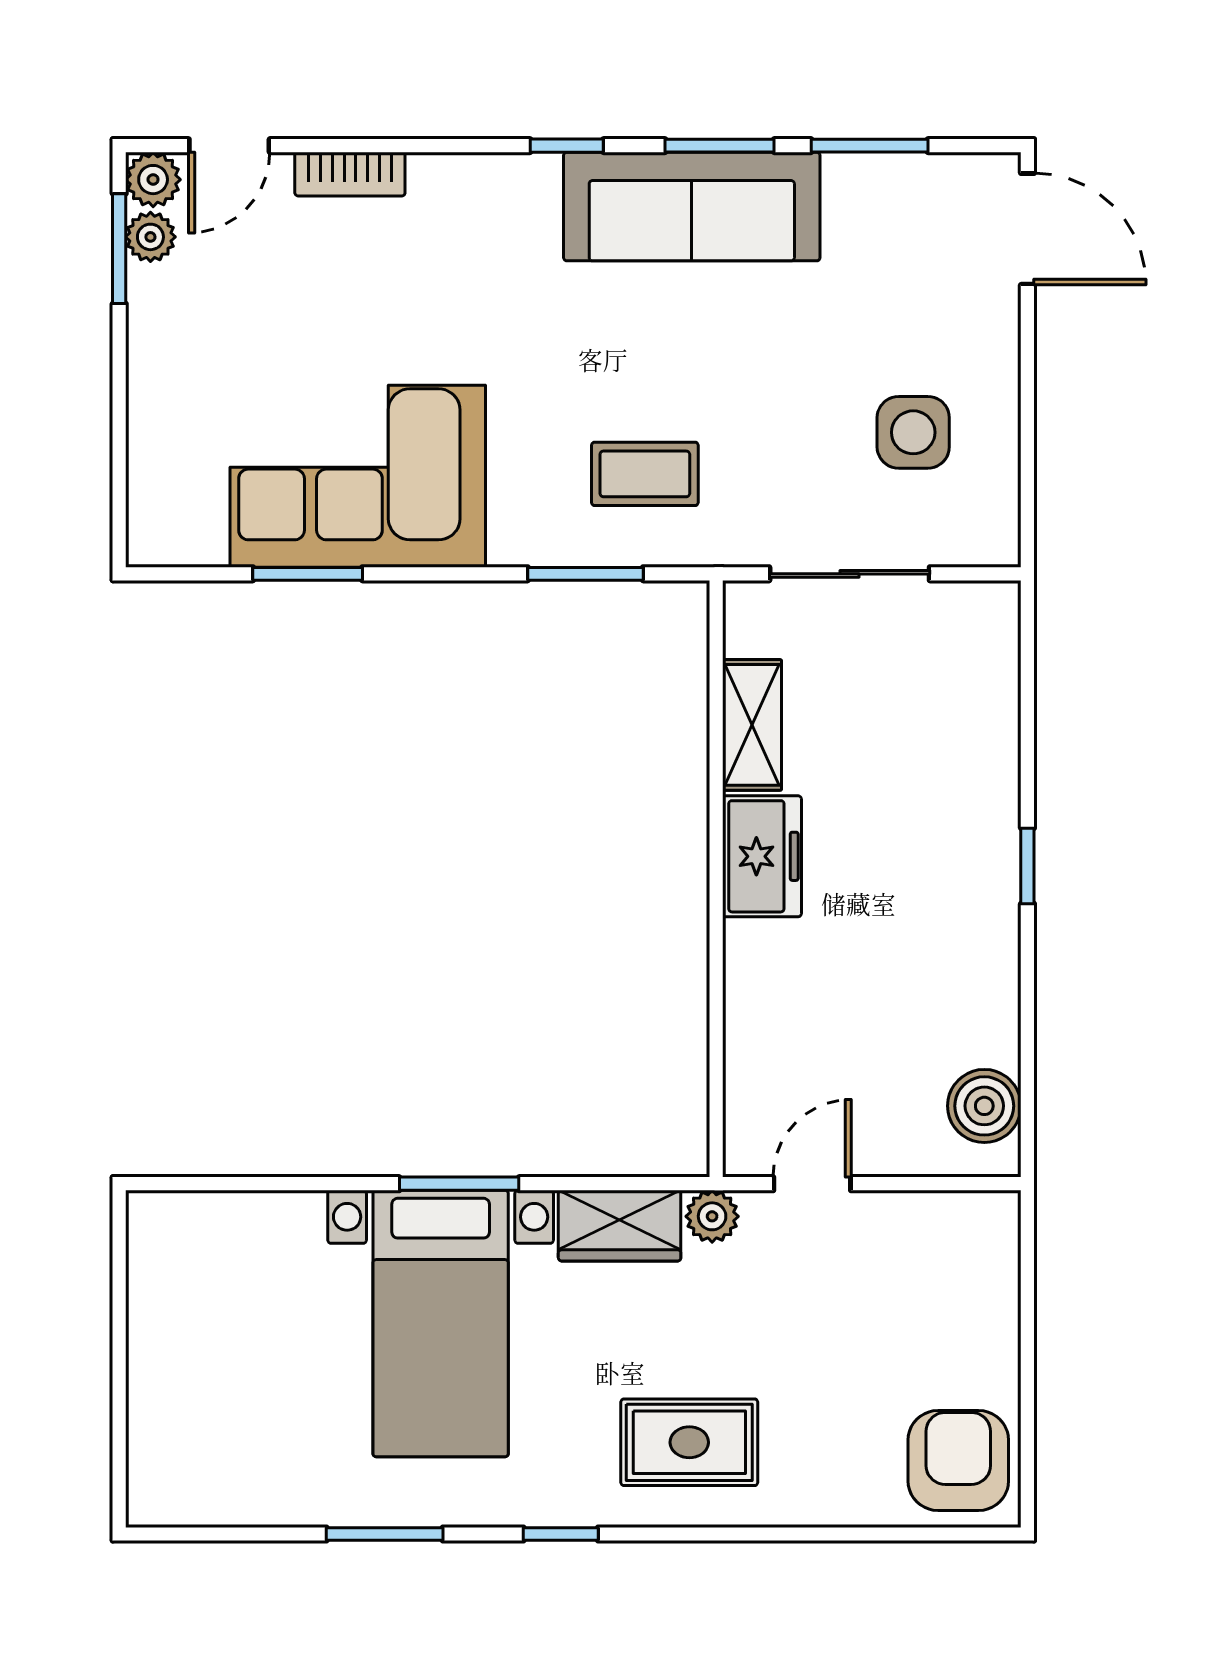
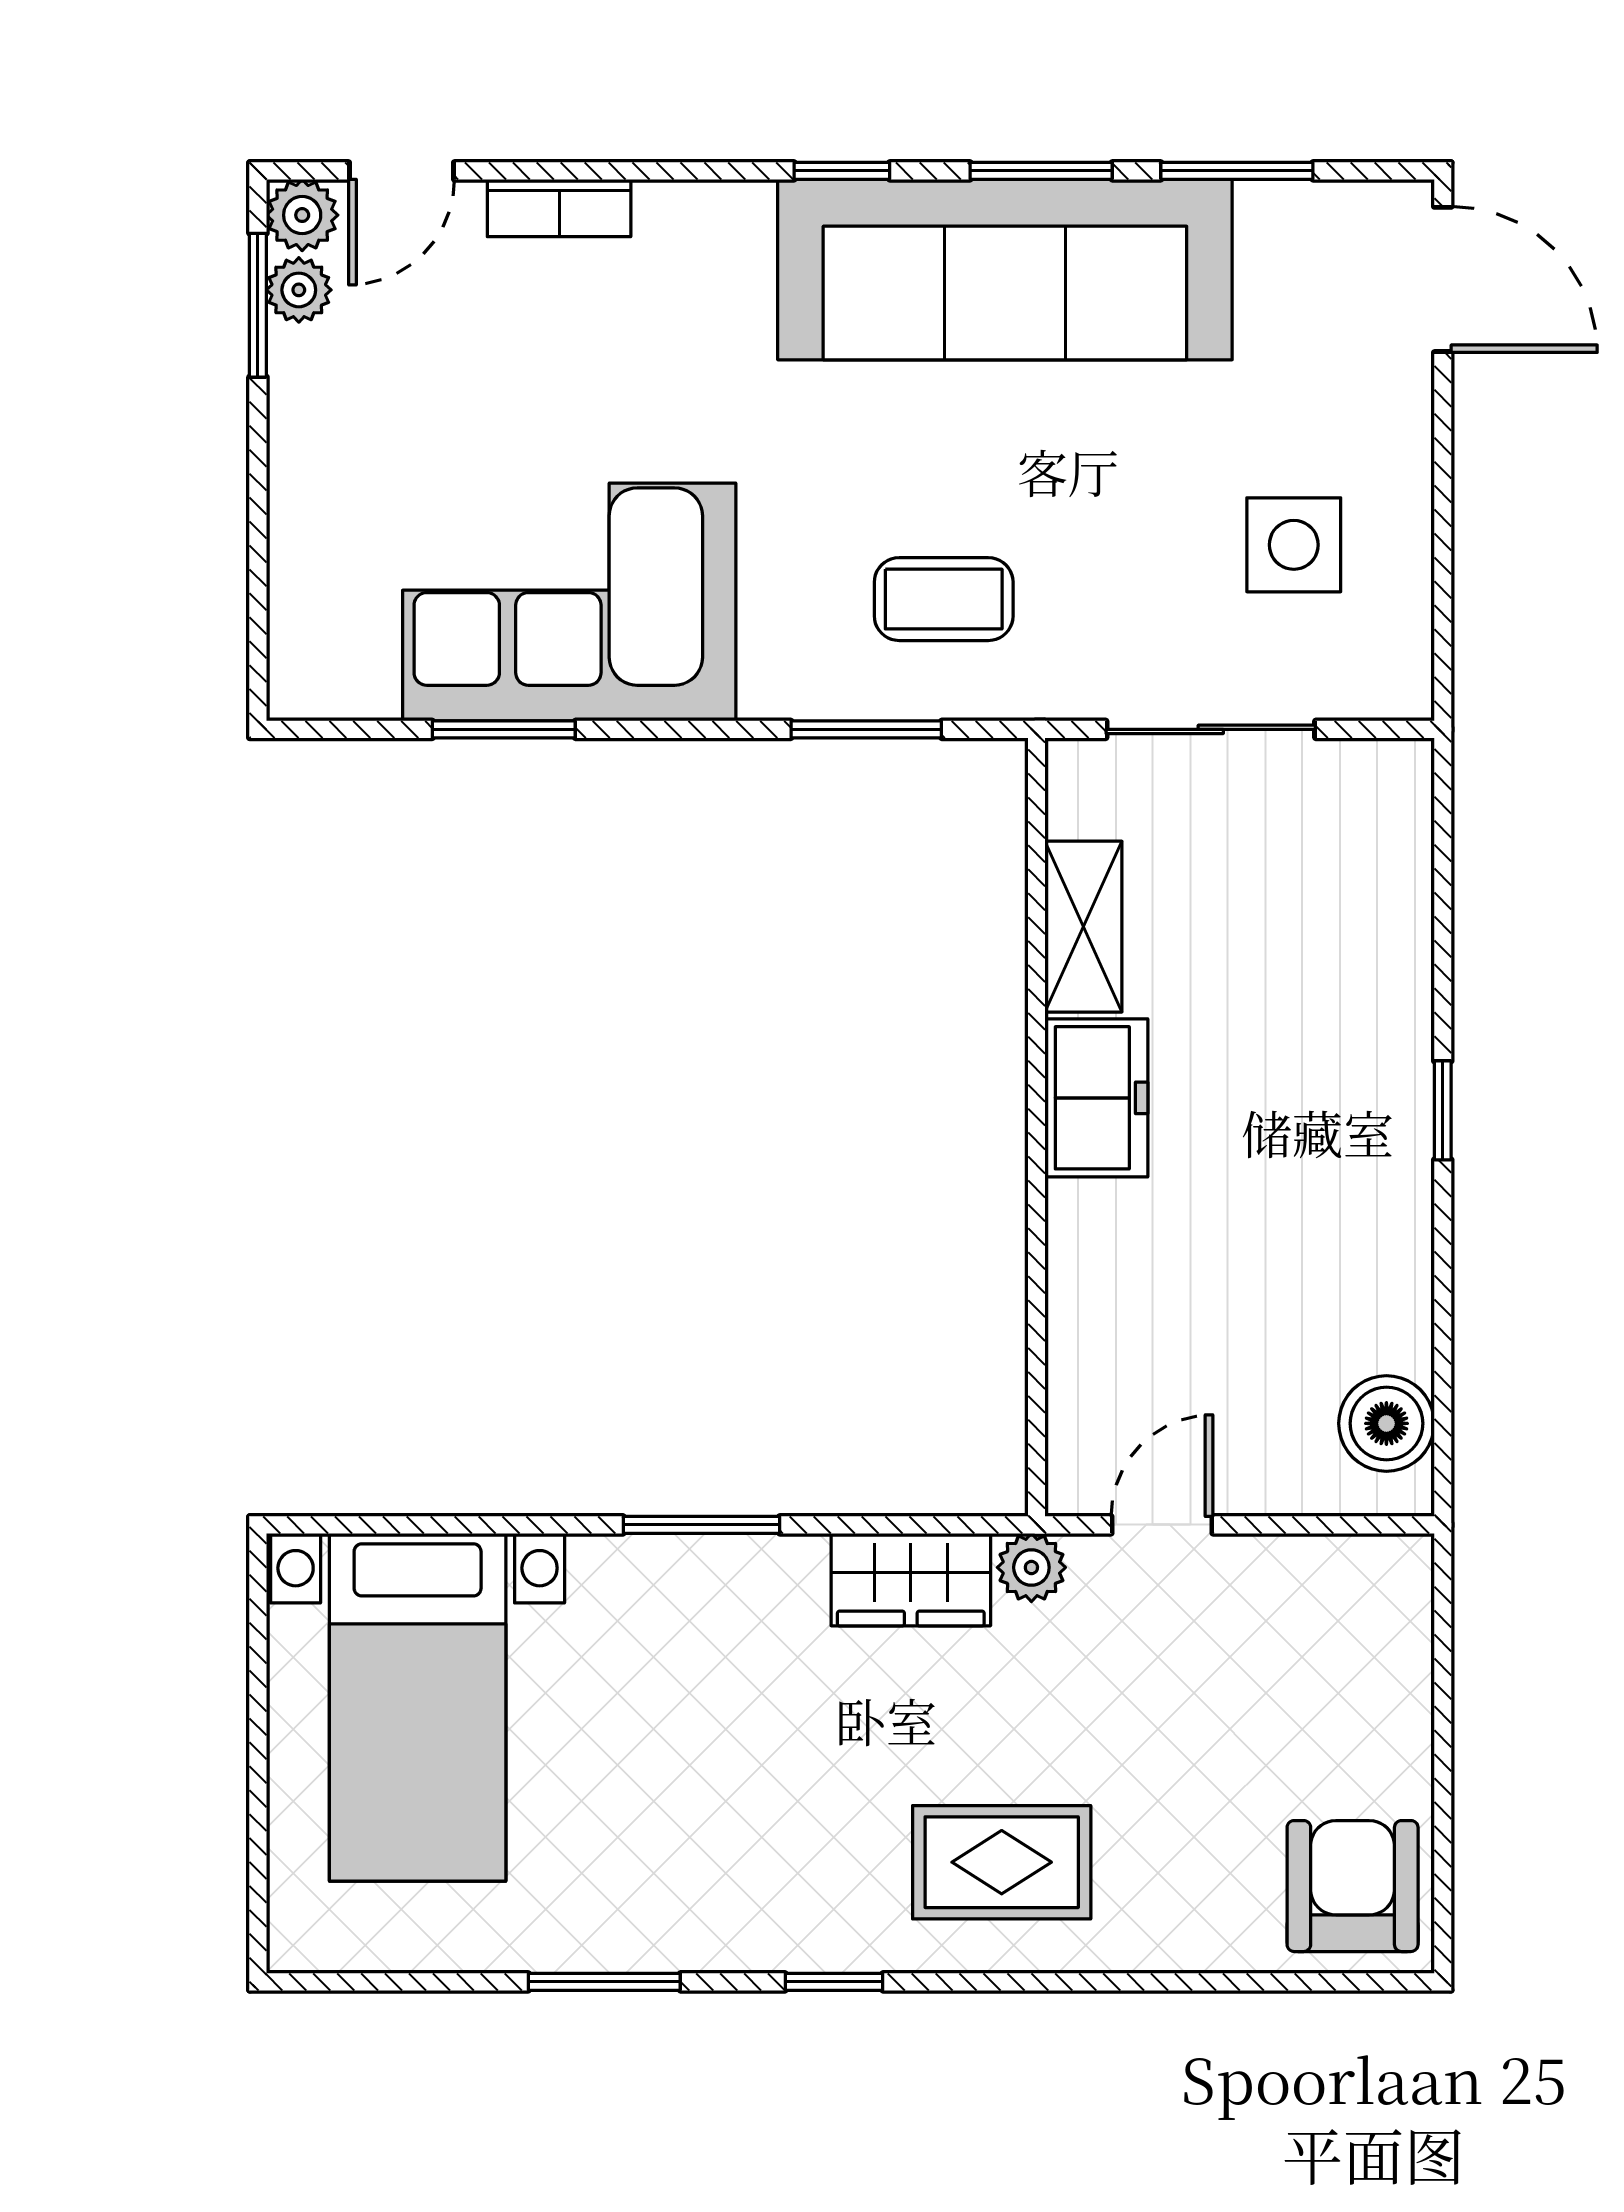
sofa: (692, 207) -> (1005, 270), width x1.36, depth x1.27
bed with nightstands: (441, 1323) -> (418, 1707), moved

